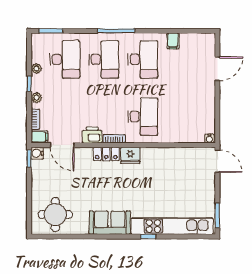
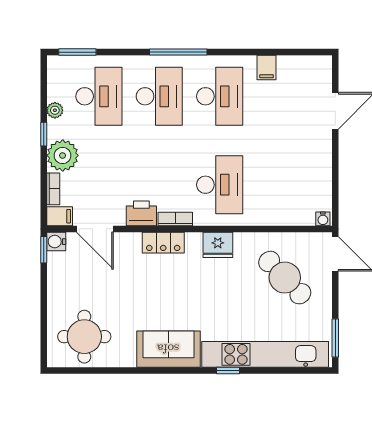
plant: (37, 98) -> (63, 155), width x1.87, depth x1.87
fridge: (130, 155) -> (218, 245), moved
cafe table: (185, 176) -> (285, 278), added

